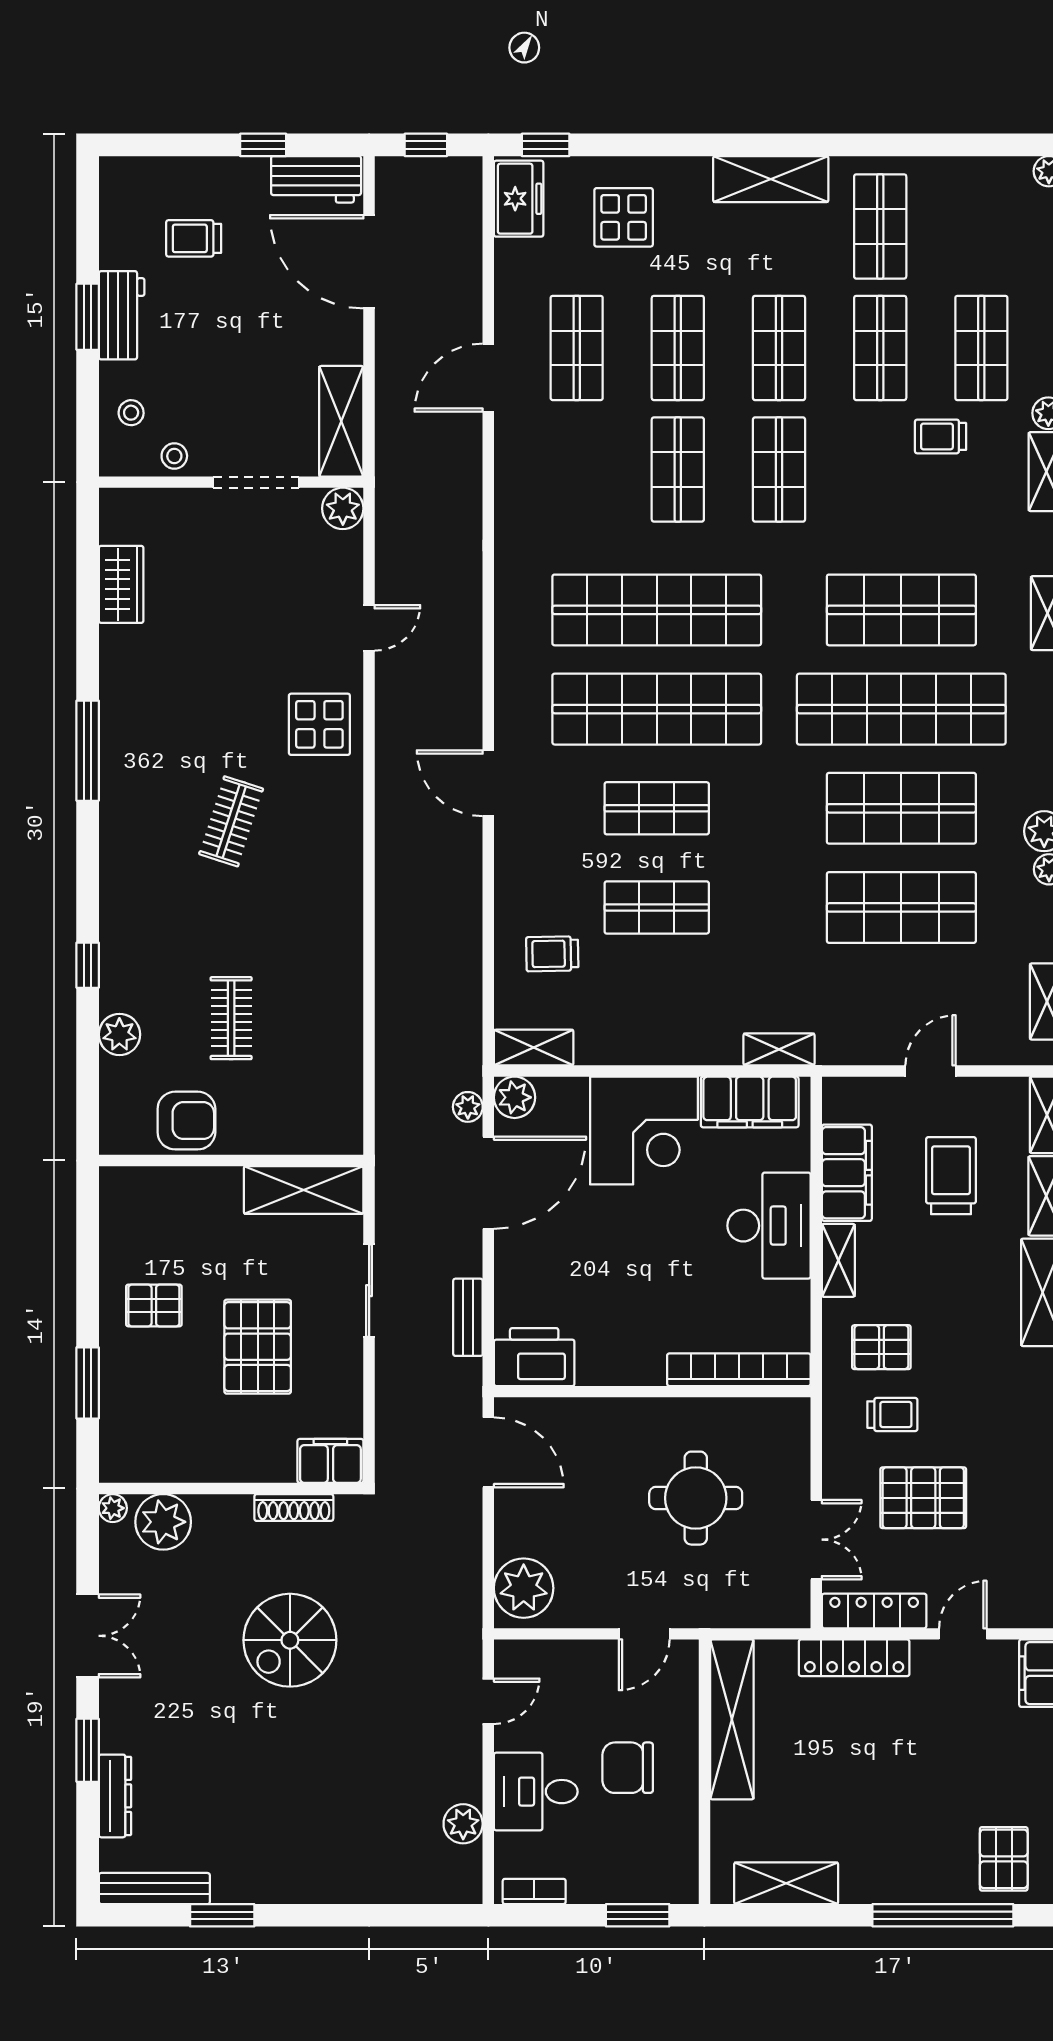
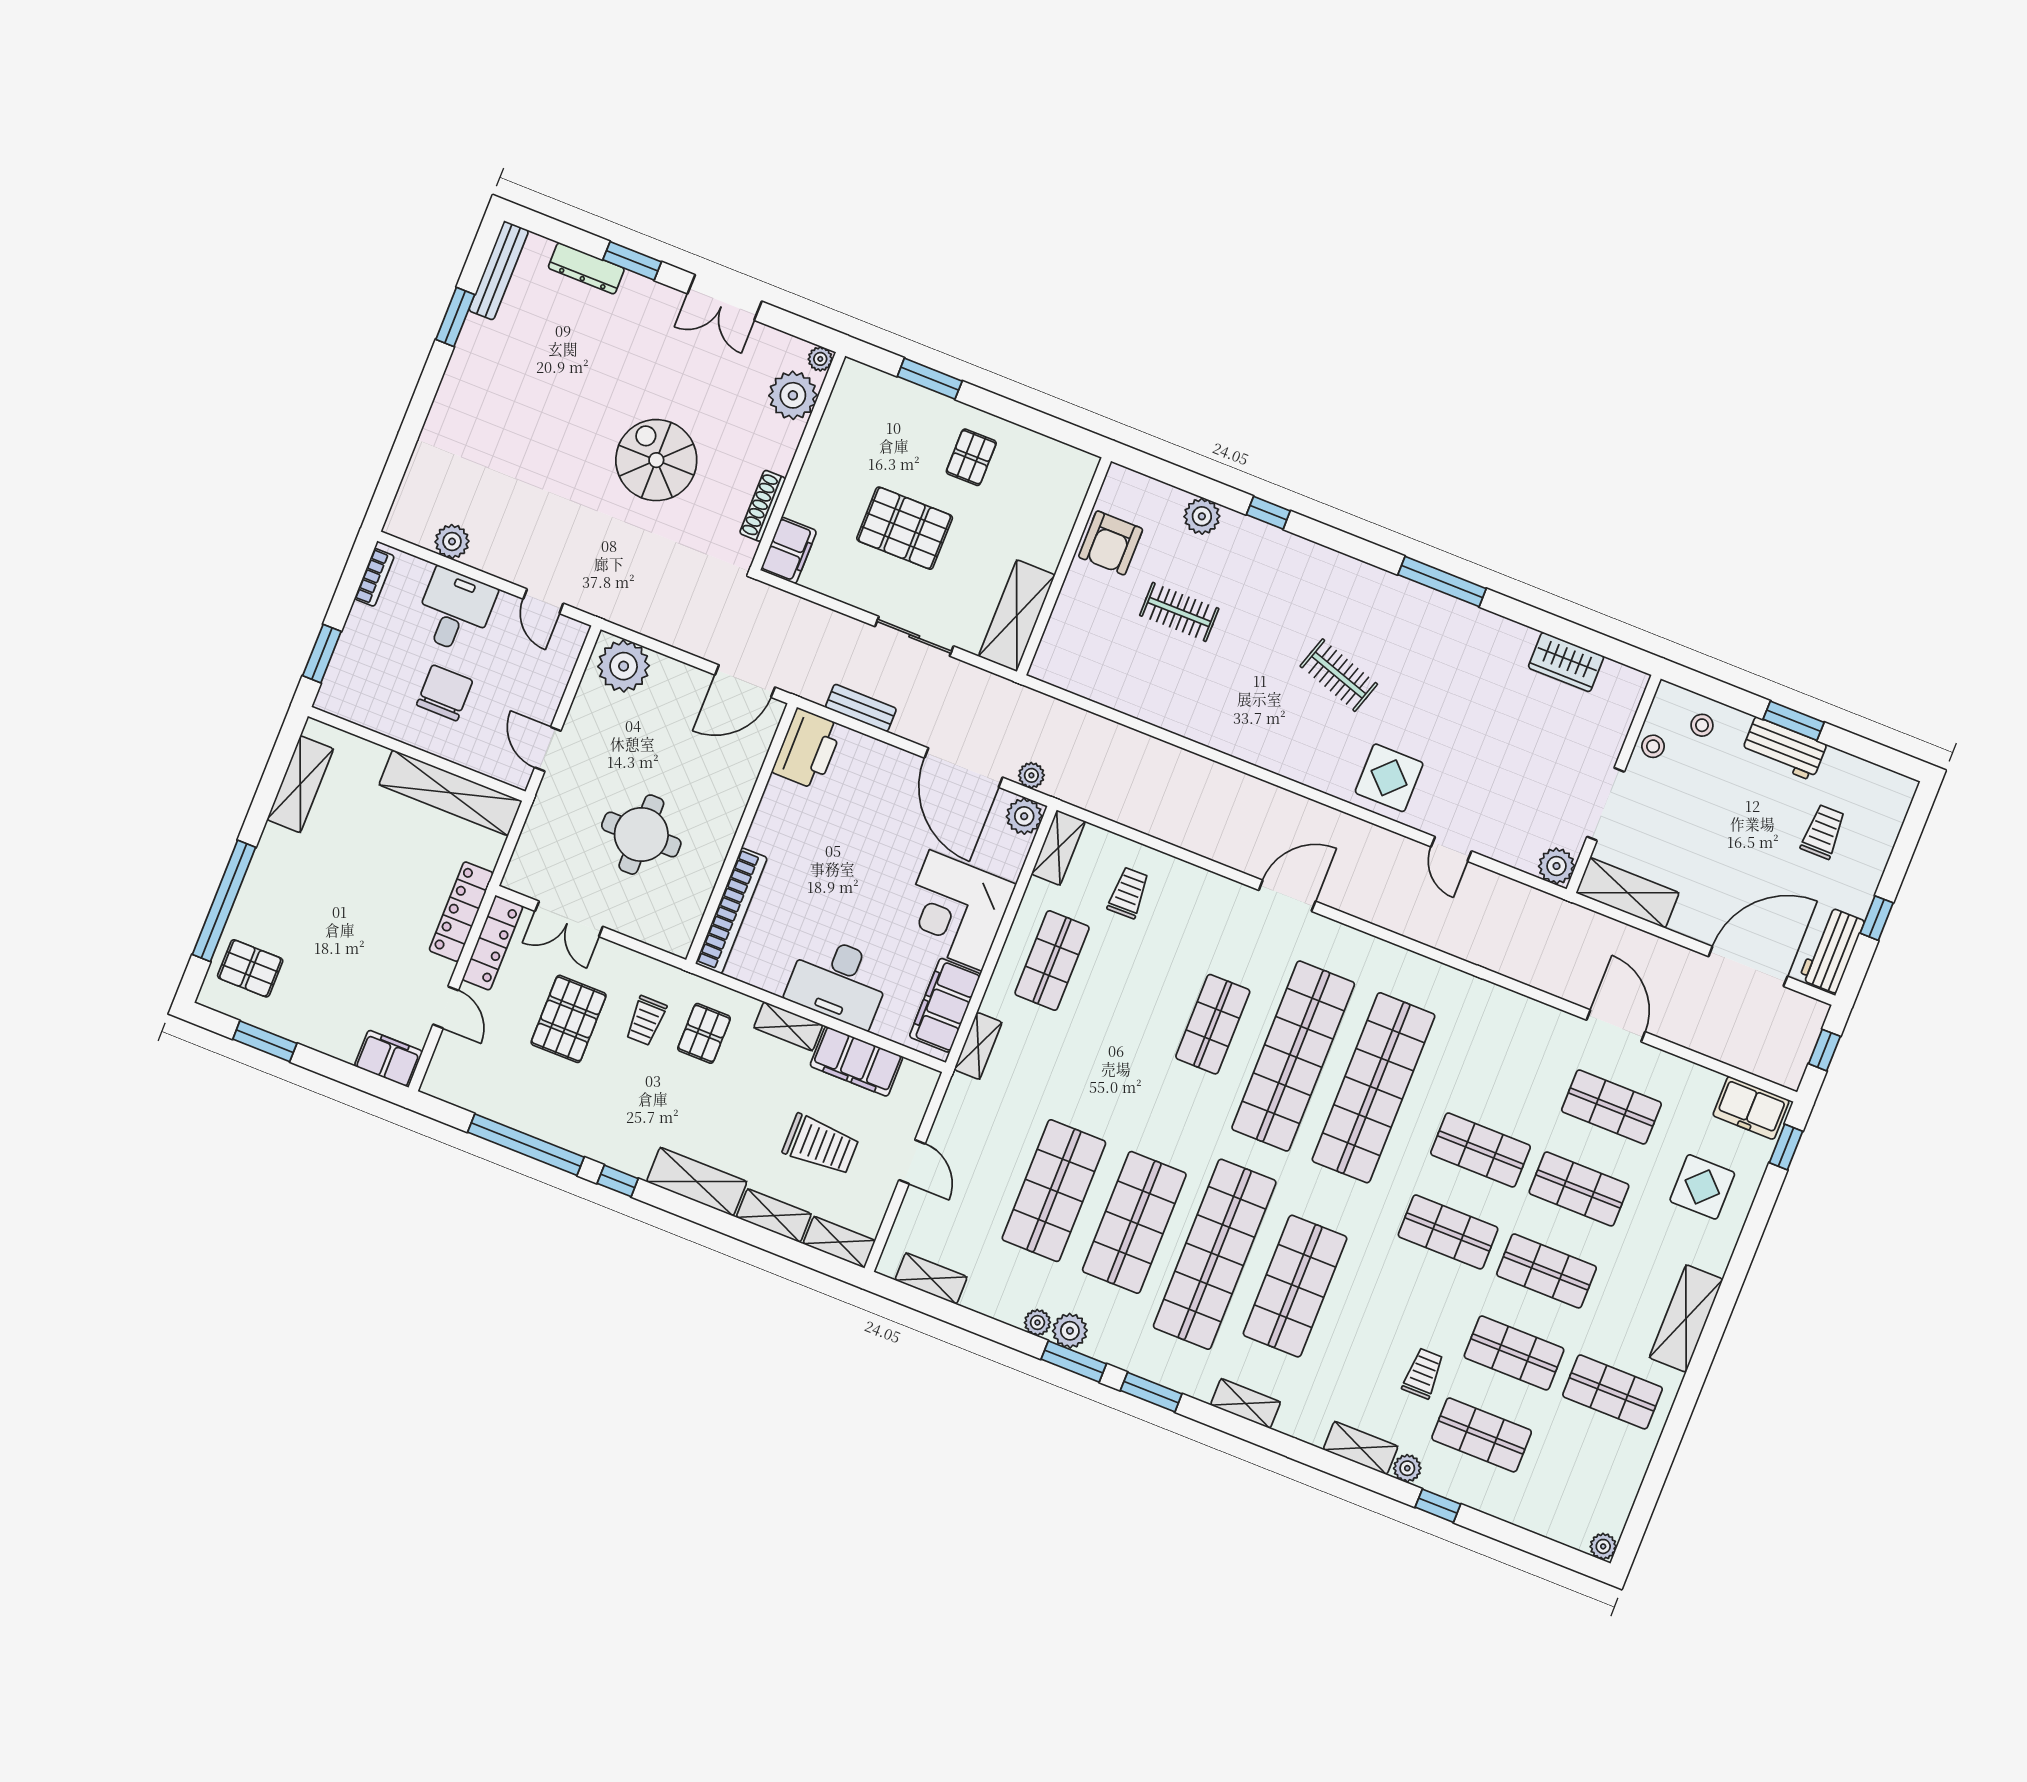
shop shelf: (657, 907) -> (1052, 961), moved

